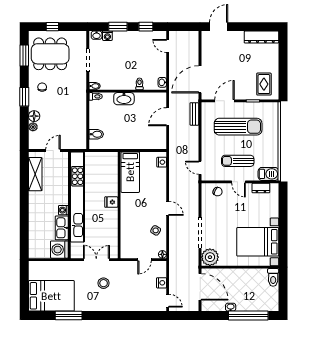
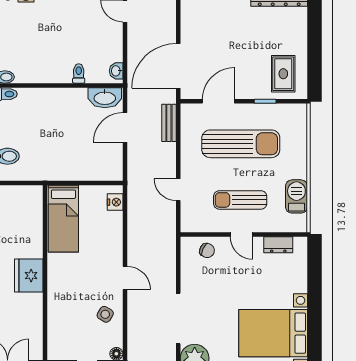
washbasin: (124, 99) -> (105, 98), moved
door: (200, 168) -> (178, 190), moved
barbecue: (268, 174) -> (296, 196), moved, turned -90
fridge: (111, 202) -> (29, 276), width x1.88, depth x1.34

